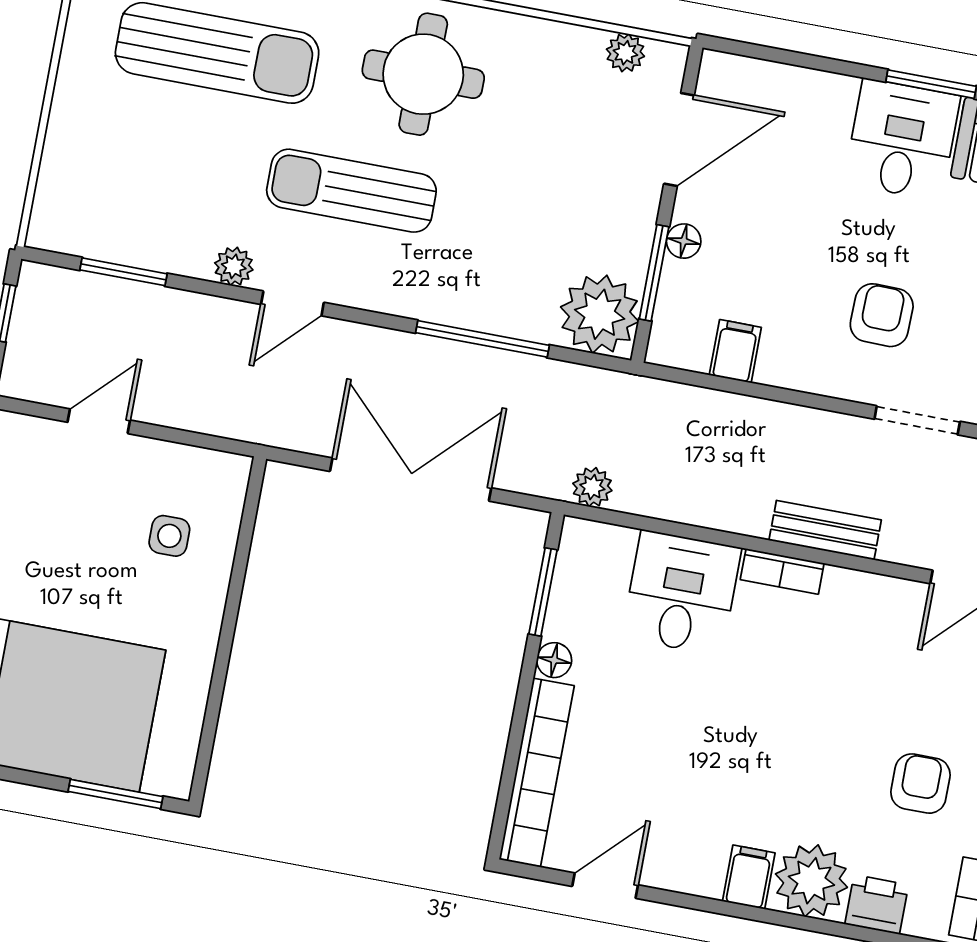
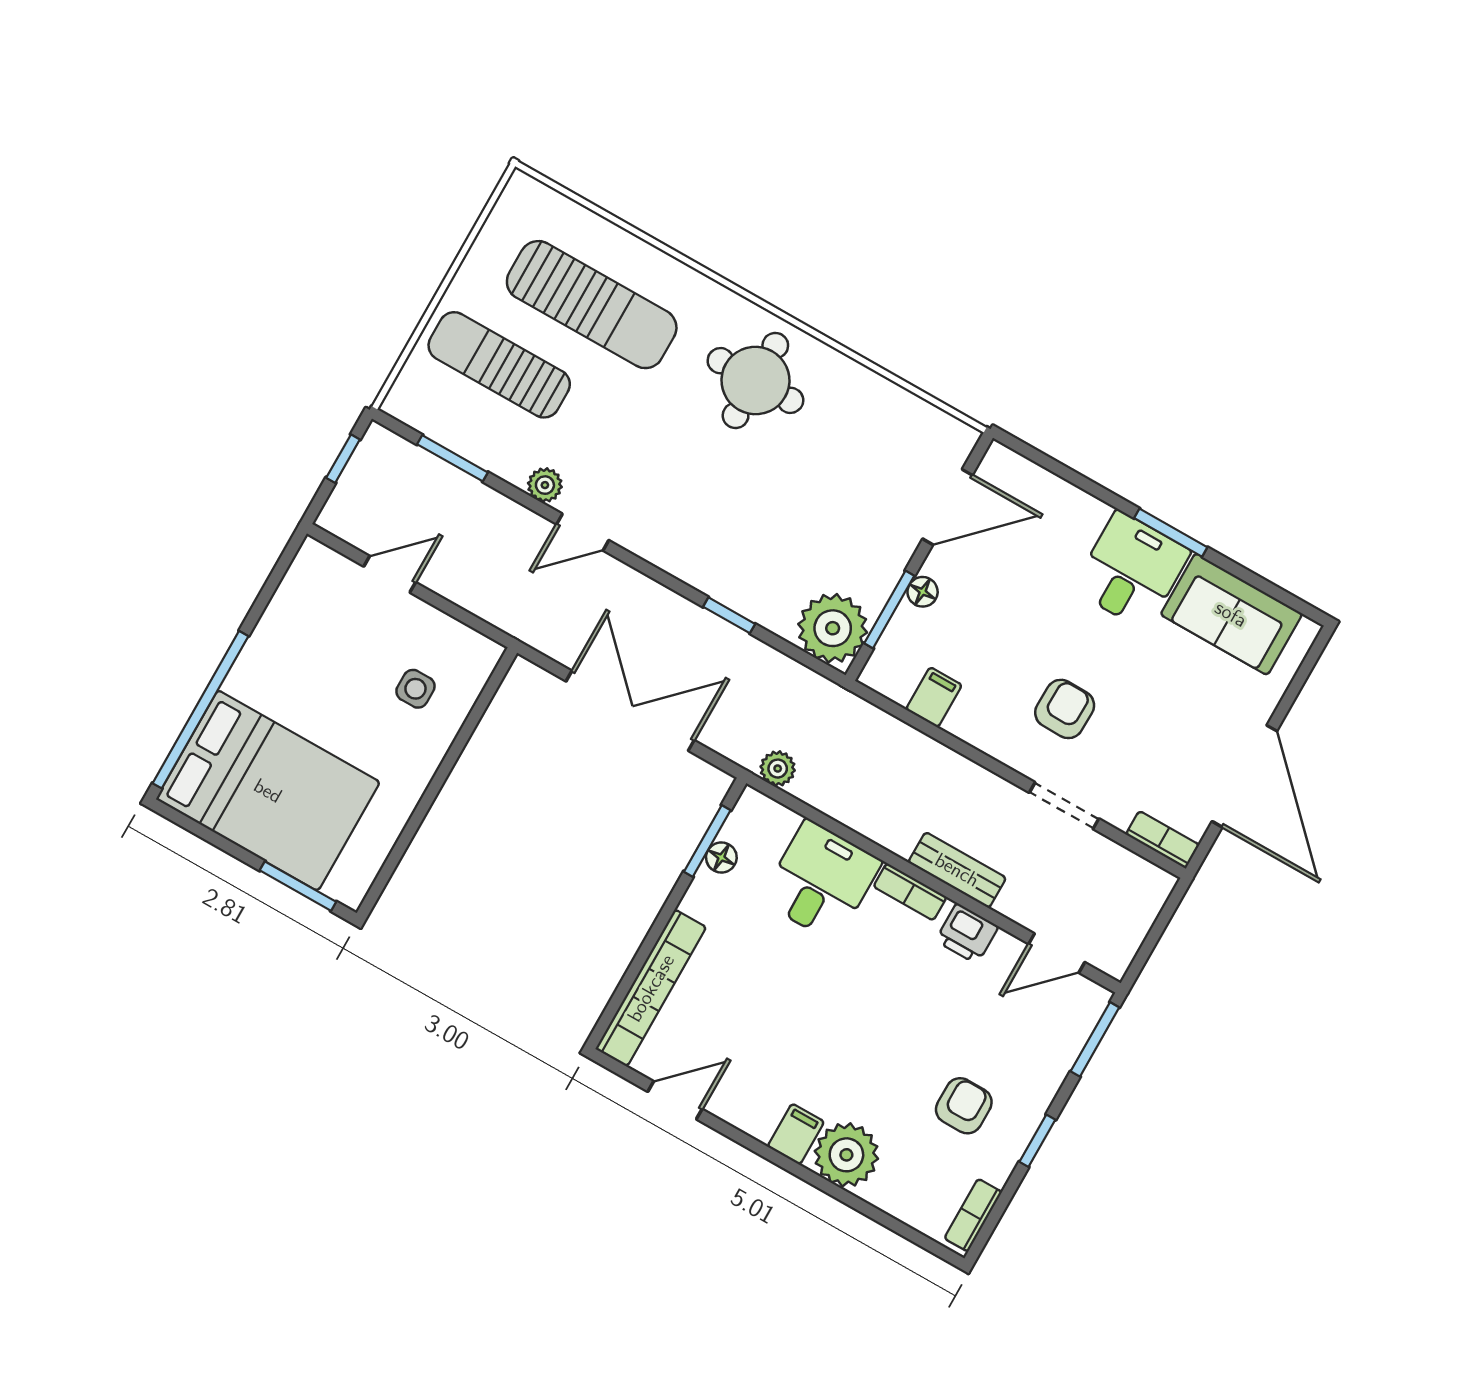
plant: (625, 53) -> (928, 420), removed
sun lounger: (351, 191) -> (499, 365), moved
window: (482, 339) -> (729, 615), width x0.46
floor lamp: (554, 660) -> (721, 857), moved
printer: (877, 905) -> (967, 934), moved, turned 180

